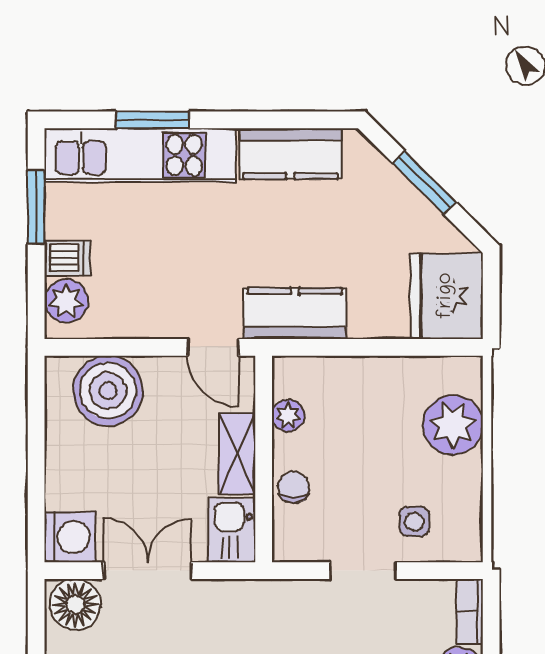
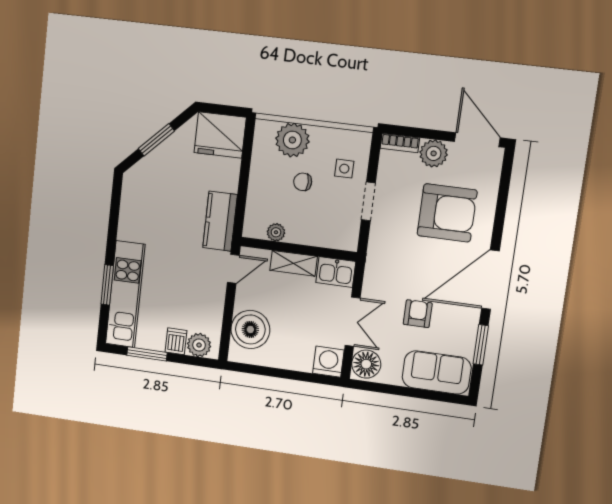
kitchen counter: (290, 154) -> (133, 212), removed
chair: (294, 487) -> (303, 182), moved
double door: (148, 571) -> (353, 322), swing flipped

